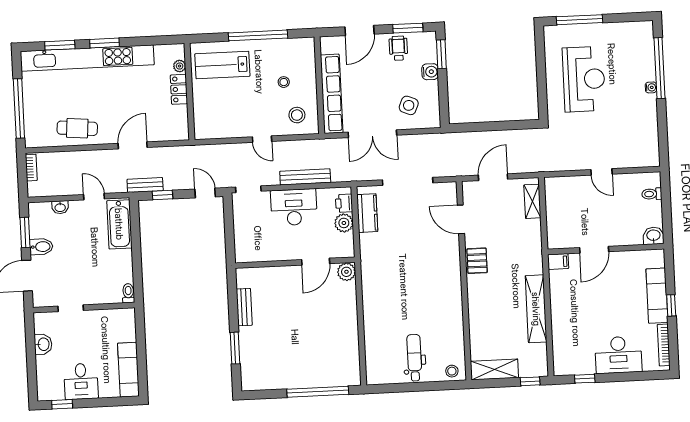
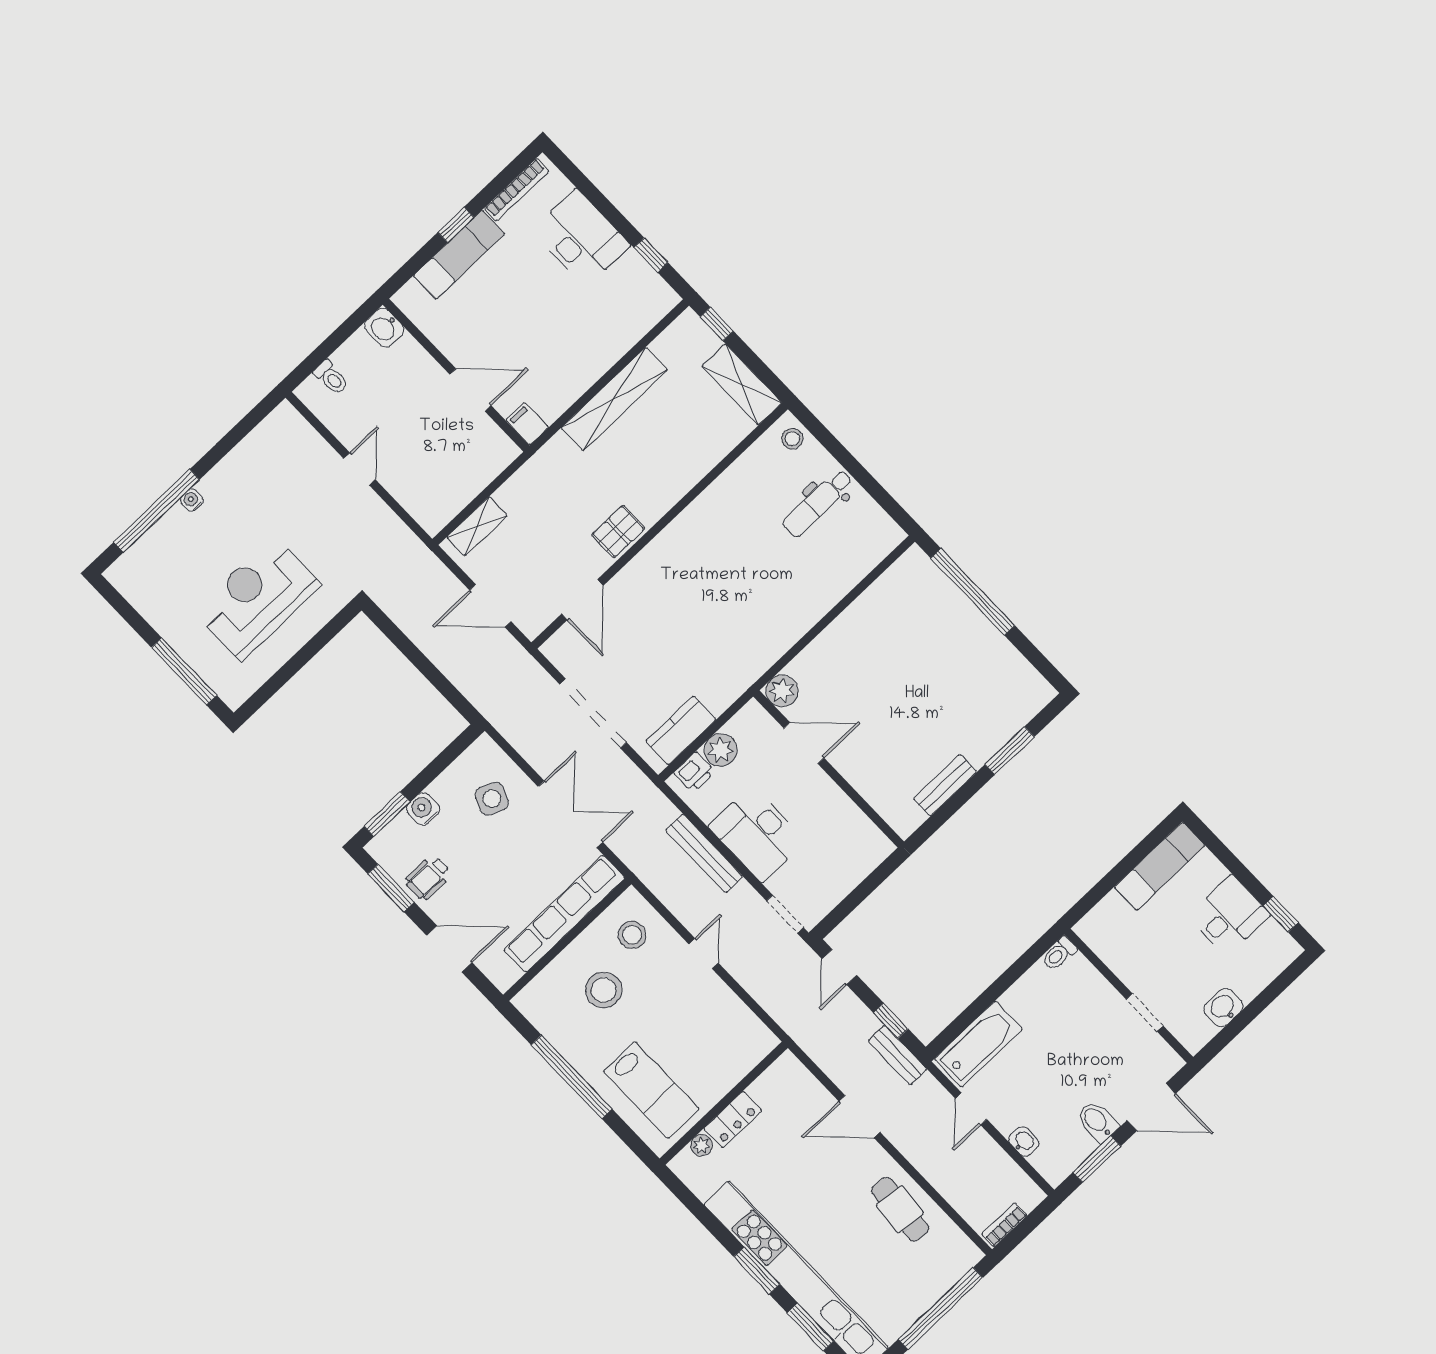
stool: (284, 82) -> (604, 990), width x1.89, depth x1.89

